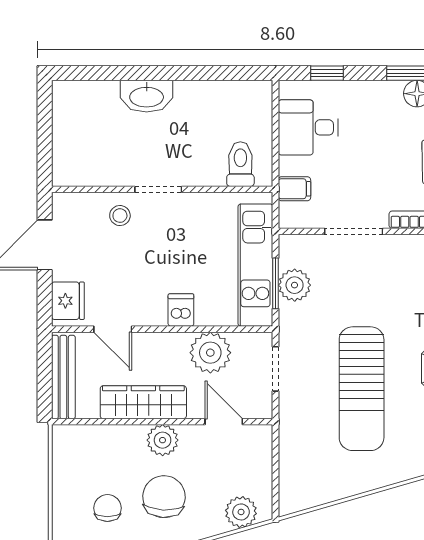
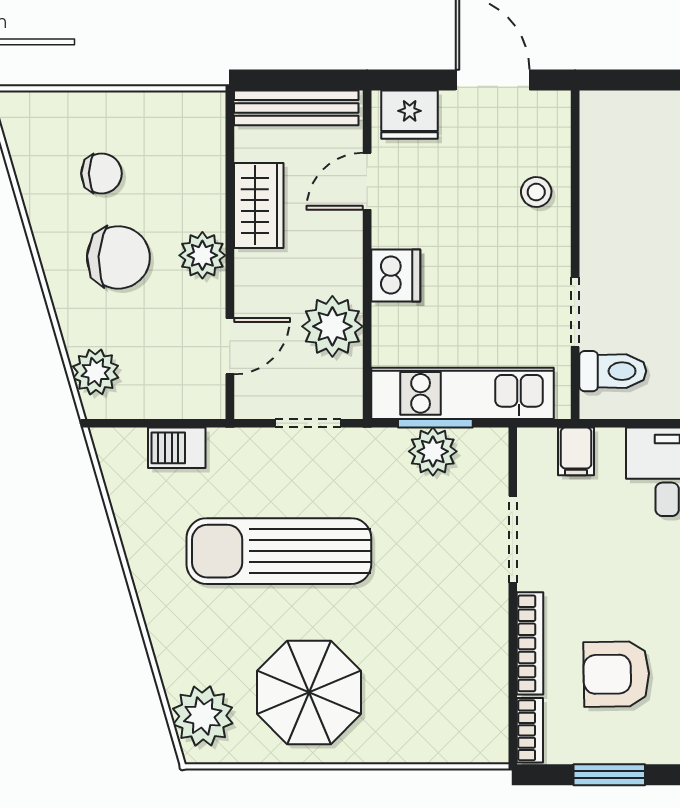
doorway: (158, 189) -> (575, 312), moved
dishwasher: (181, 310) -> (396, 276), width x1.38
wardrobe: (143, 402) -> (259, 205), width x0.67
barbecue: (292, 457) -> (177, 448), added

